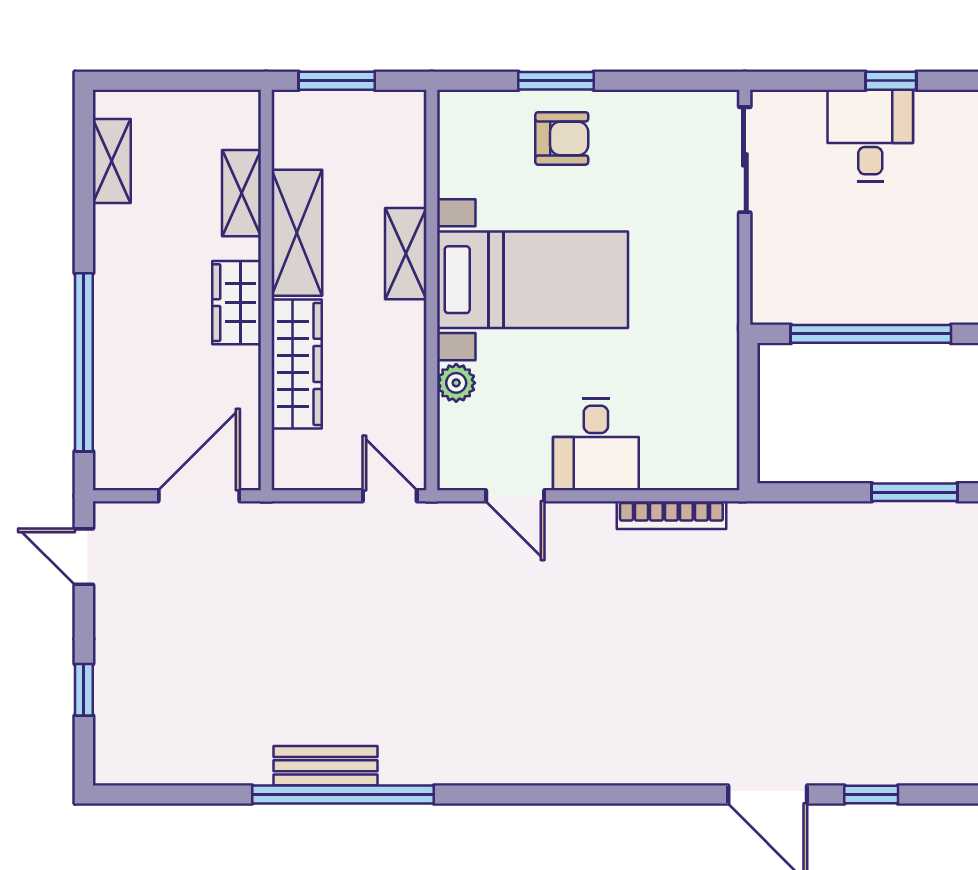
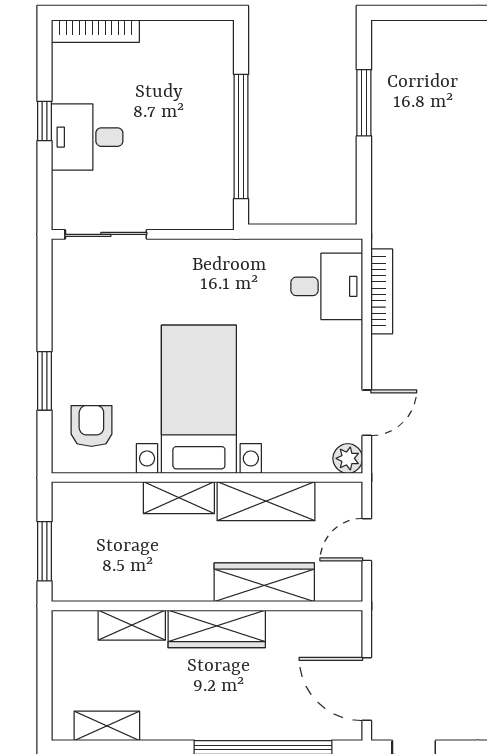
armchair: (562, 138) -> (91, 426), moved
shelving: (297, 233) -> (266, 501), moved
wardrobe: (237, 303) -> (217, 629), width x1.50
plant: (456, 383) -> (348, 458), moved
desk: (596, 444) -> (327, 286), moved
door: (199, 496) -> (367, 689), moved
door: (390, 496) -> (367, 540), moved

